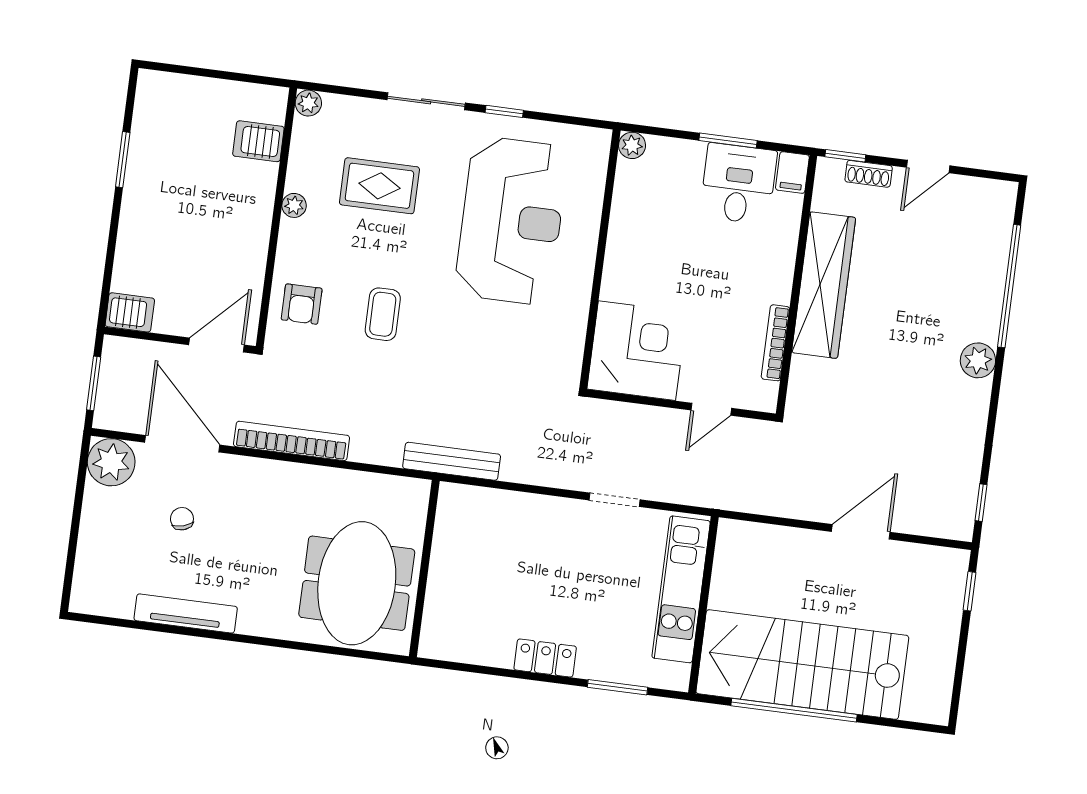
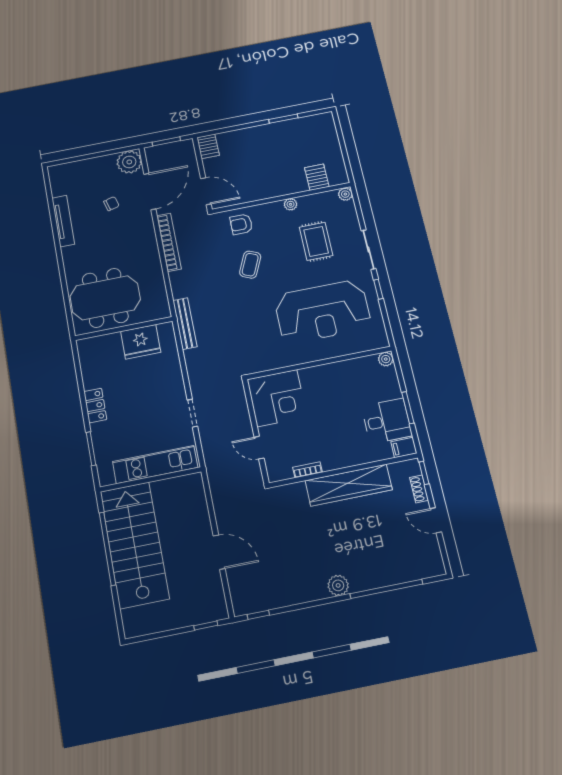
coffee table: (383, 314) -> (250, 265), turned -66
bookcase: (775, 343) -> (308, 470), width x0.64
fridge: (458, 547) -> (141, 342), added

